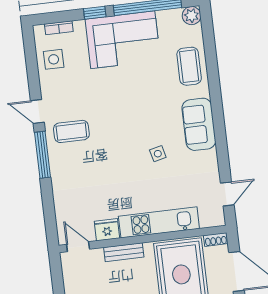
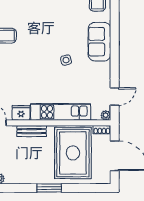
plant: (219, 220) -> (106, 115), added

